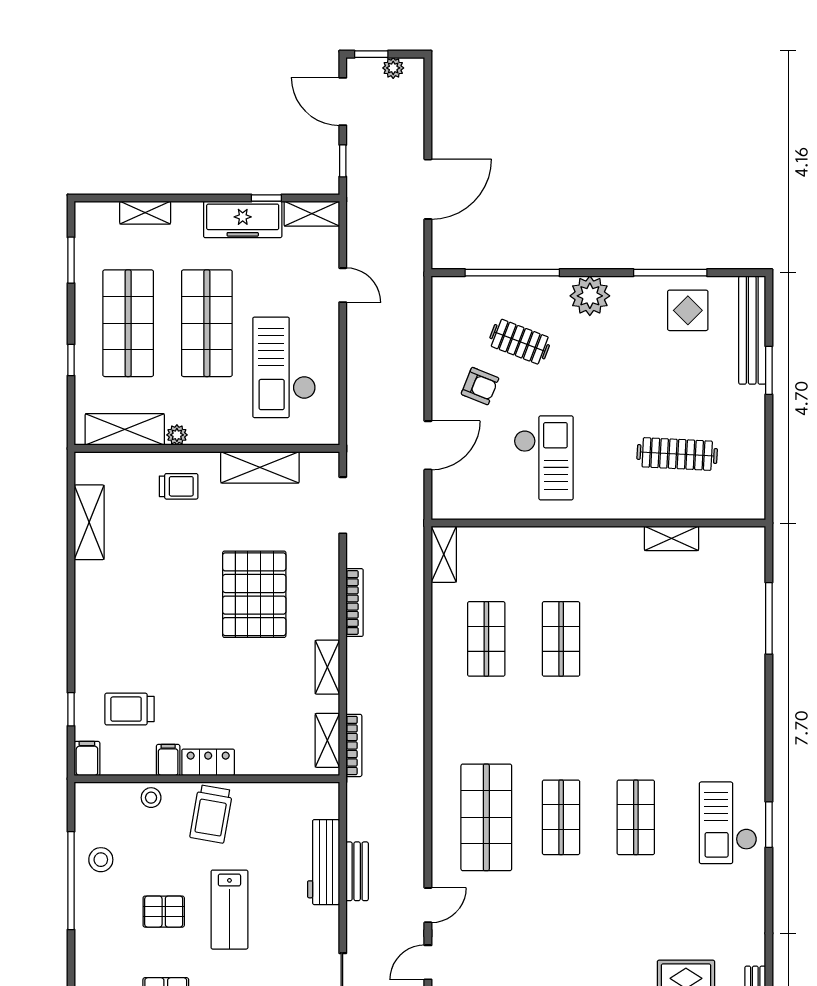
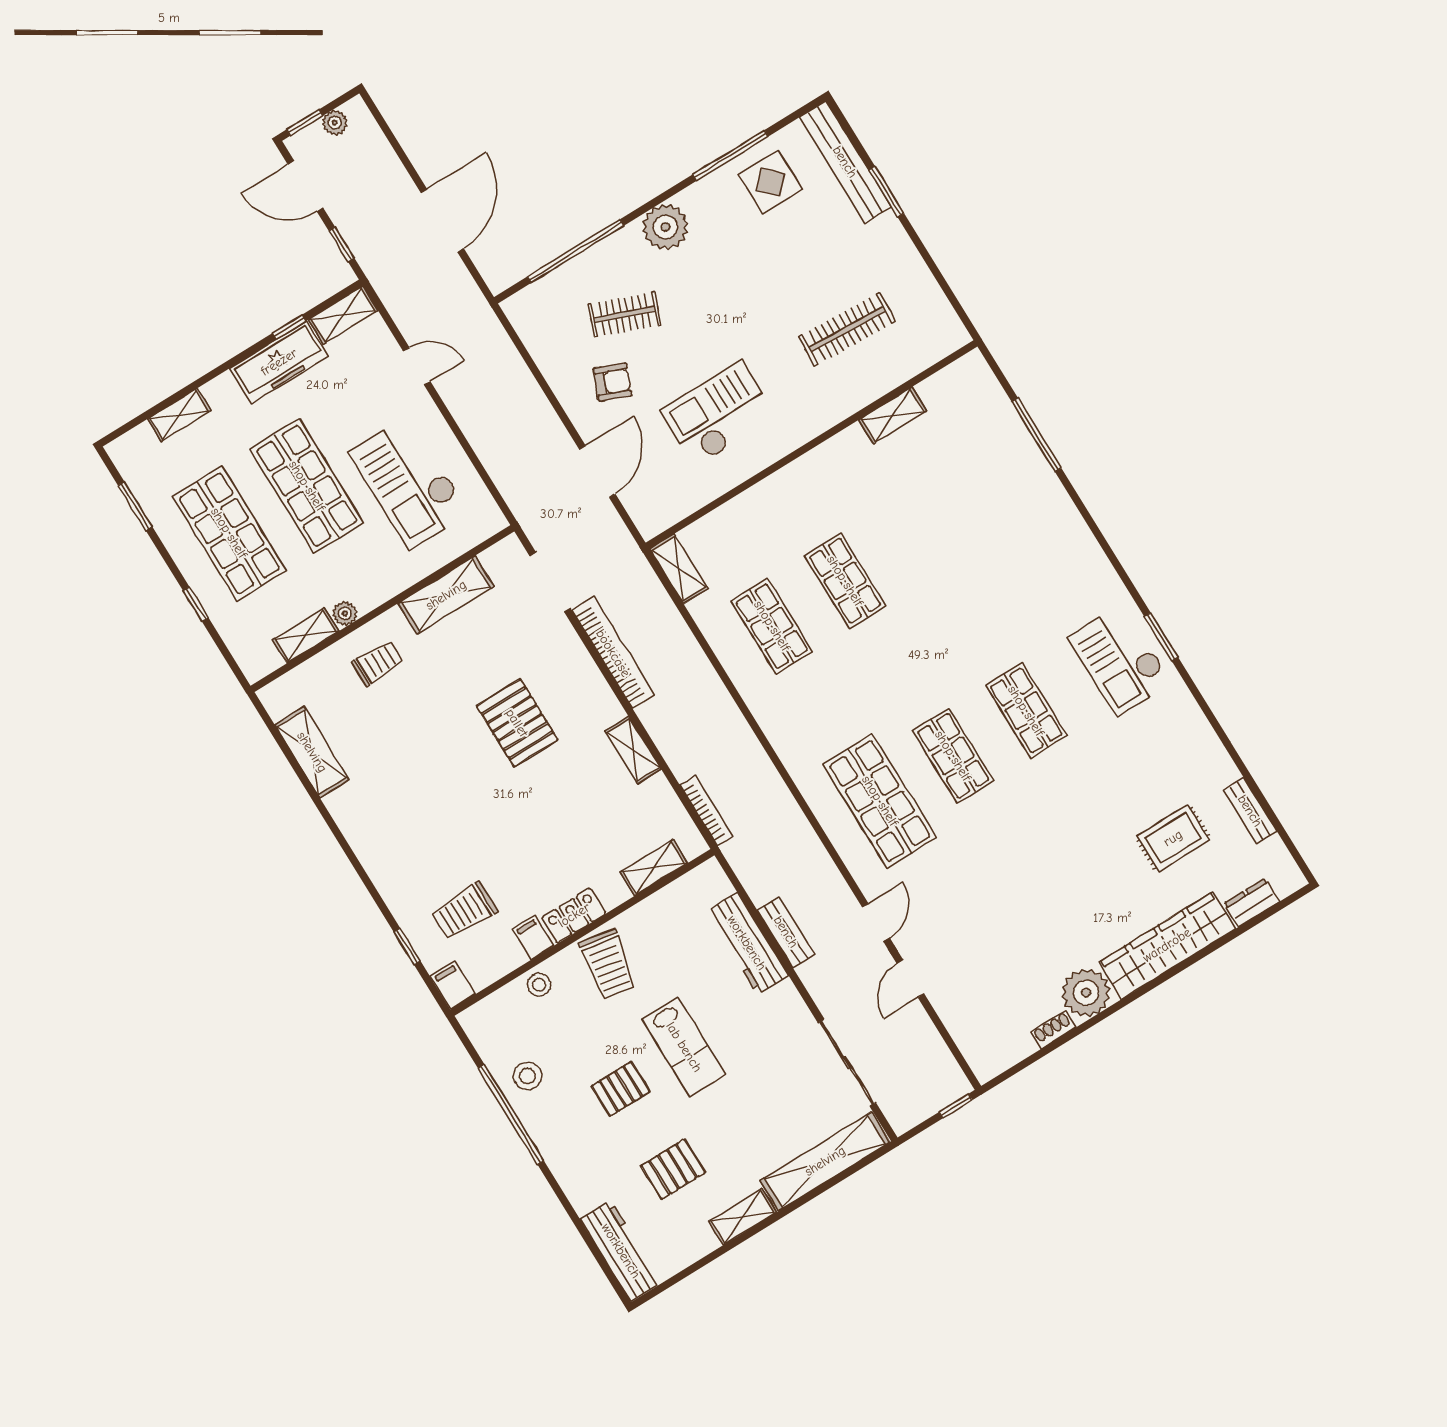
shelving: (125, 429) -> (306, 635), width x0.67, depth x0.75
checkout: (544, 458) -> (718, 414), turned -90
pallet: (254, 594) -> (517, 723), width x0.73, depth x0.71
bookcase: (355, 603) -> (613, 653), width x1.48, depth x1.31
shelving: (327, 740) -> (654, 868), moved, turned 90

